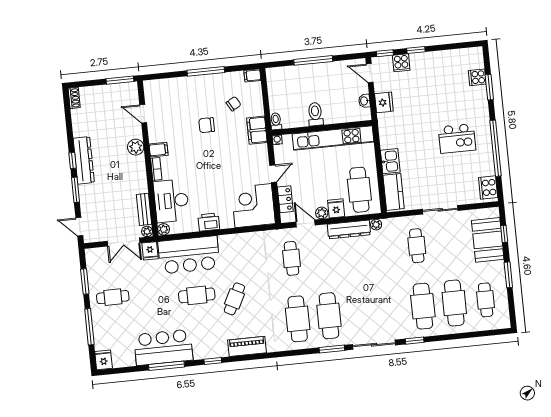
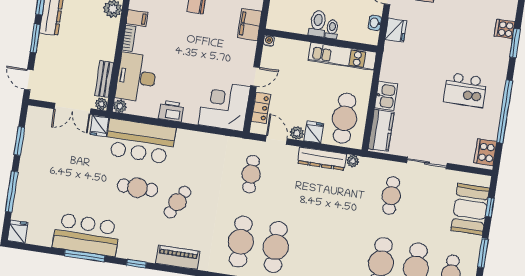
toilet: (276, 121) -> (332, 29), moved
kitchen unit: (333, 138) -> (342, 56), width x0.73
cafe table: (113, 297) -> (45, 166), removed

